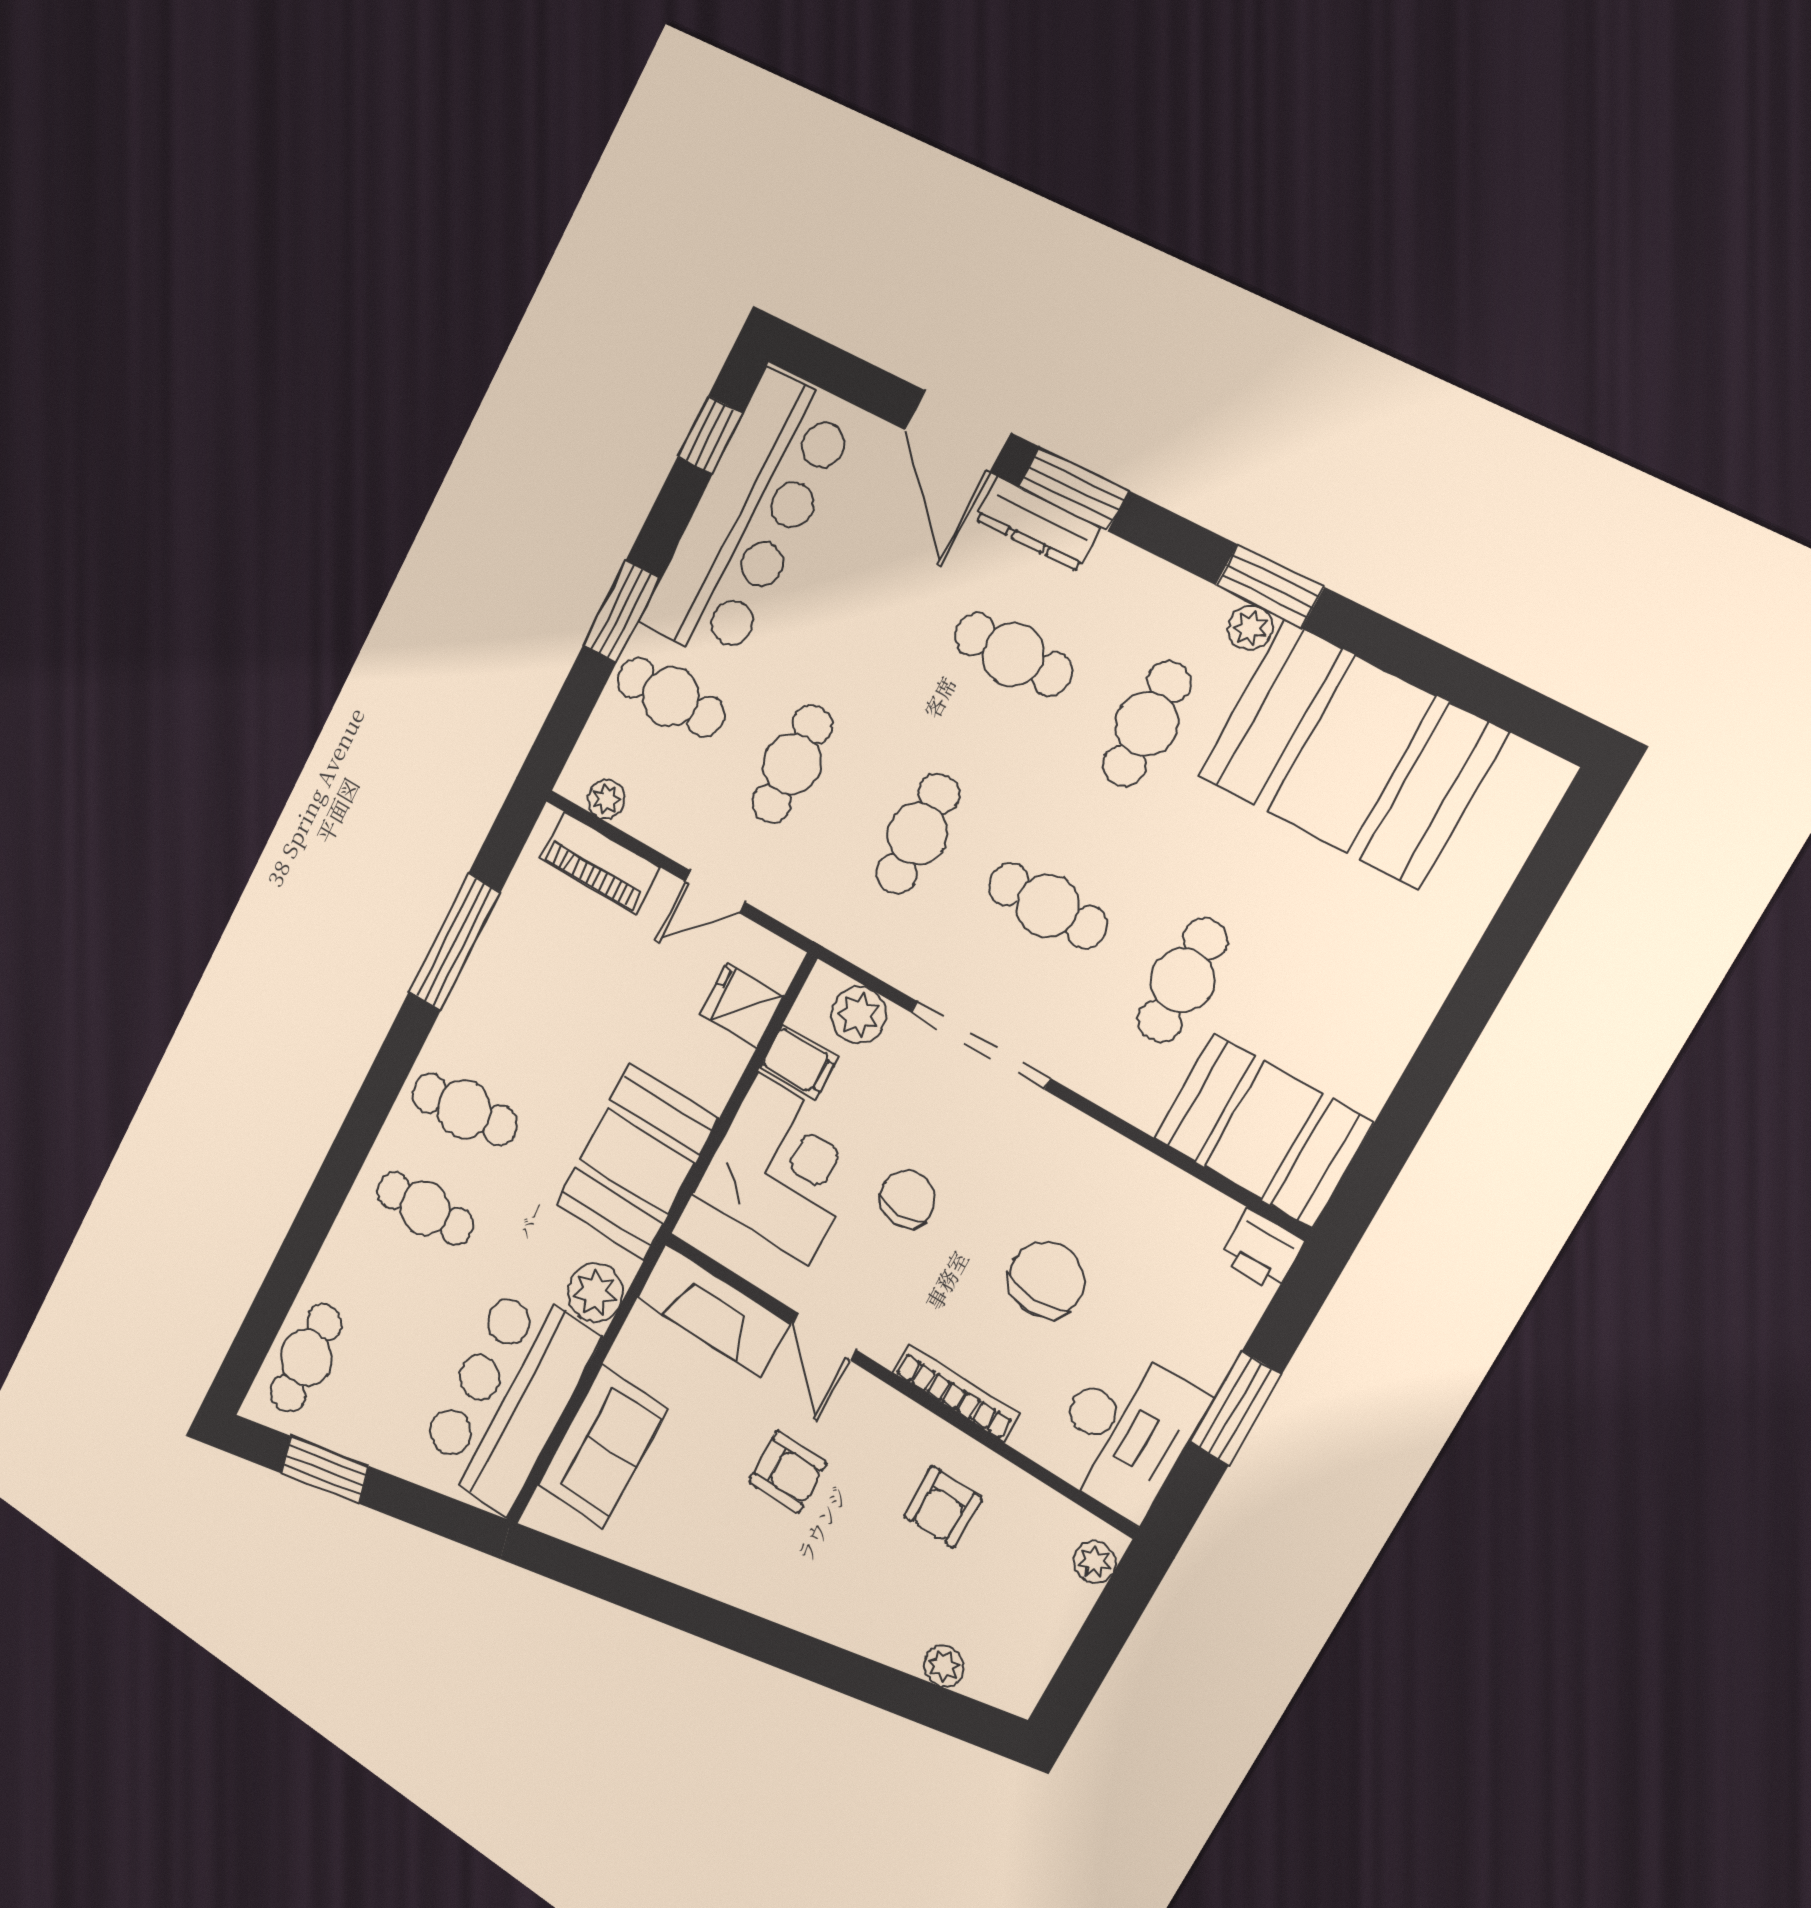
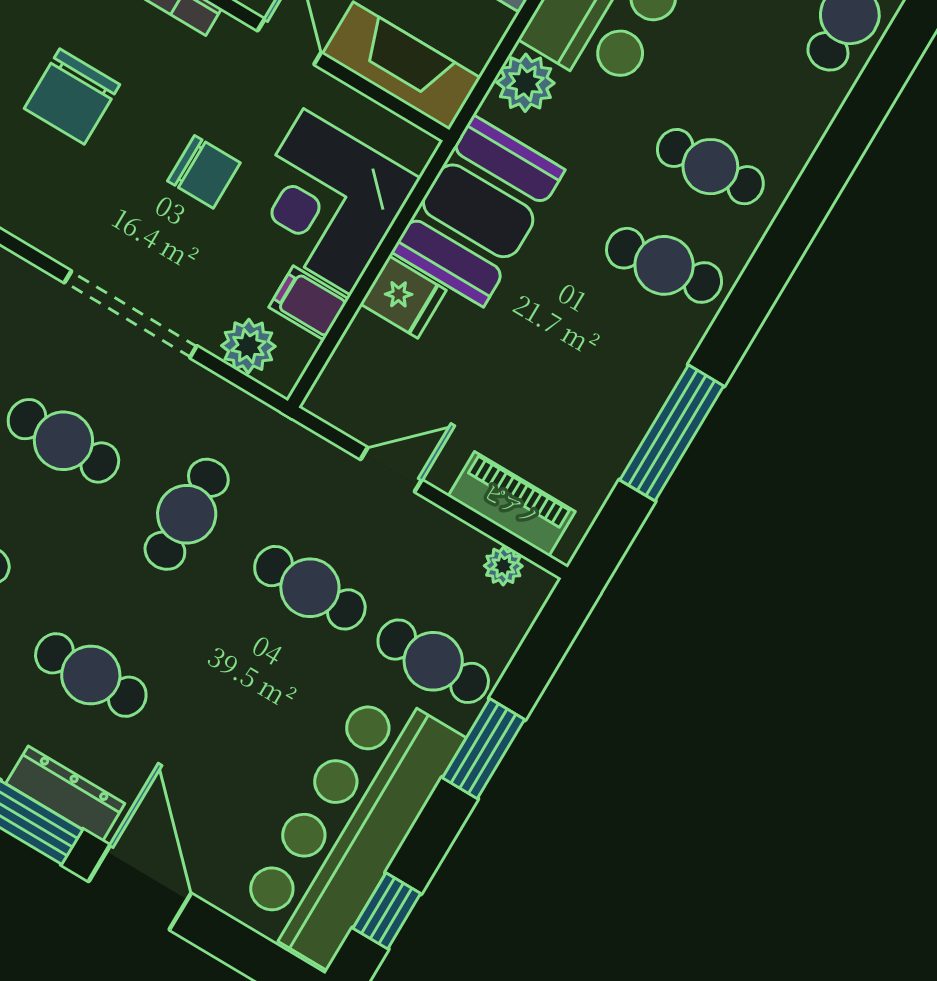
cafe table: (792, 764) -> (310, 588), turned 90
fridge: (742, 1005) -> (403, 297), moved
chair: (907, 1199) -> (204, 172), turned -89

